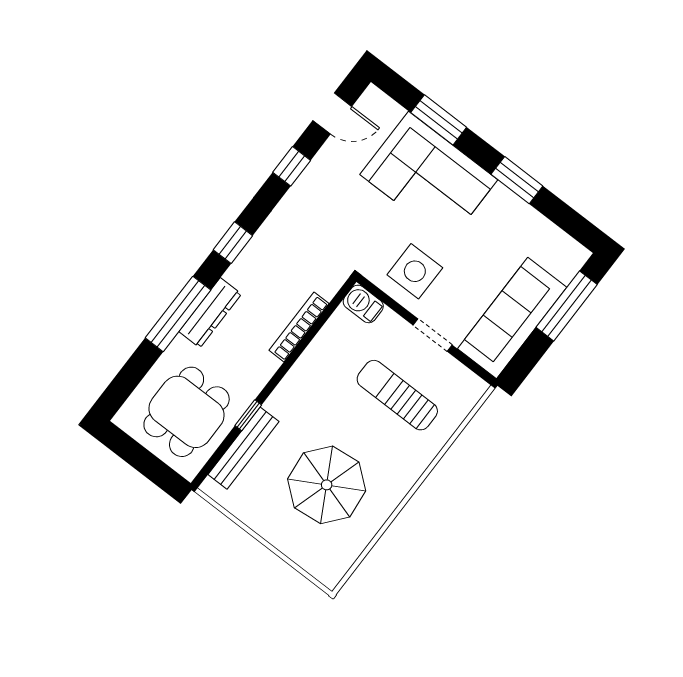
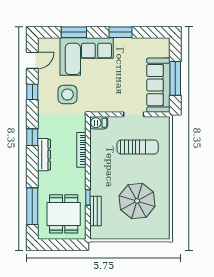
side table: (415, 271) -> (67, 94), moved
window: (567, 306) -> (175, 78), moved
dresser: (210, 313) -> (44, 155), moved
window: (178, 314) -> (32, 206), moved
sun lounger: (397, 395) -> (138, 147), turned 180
bench: (244, 448) -> (95, 211), width x0.73

